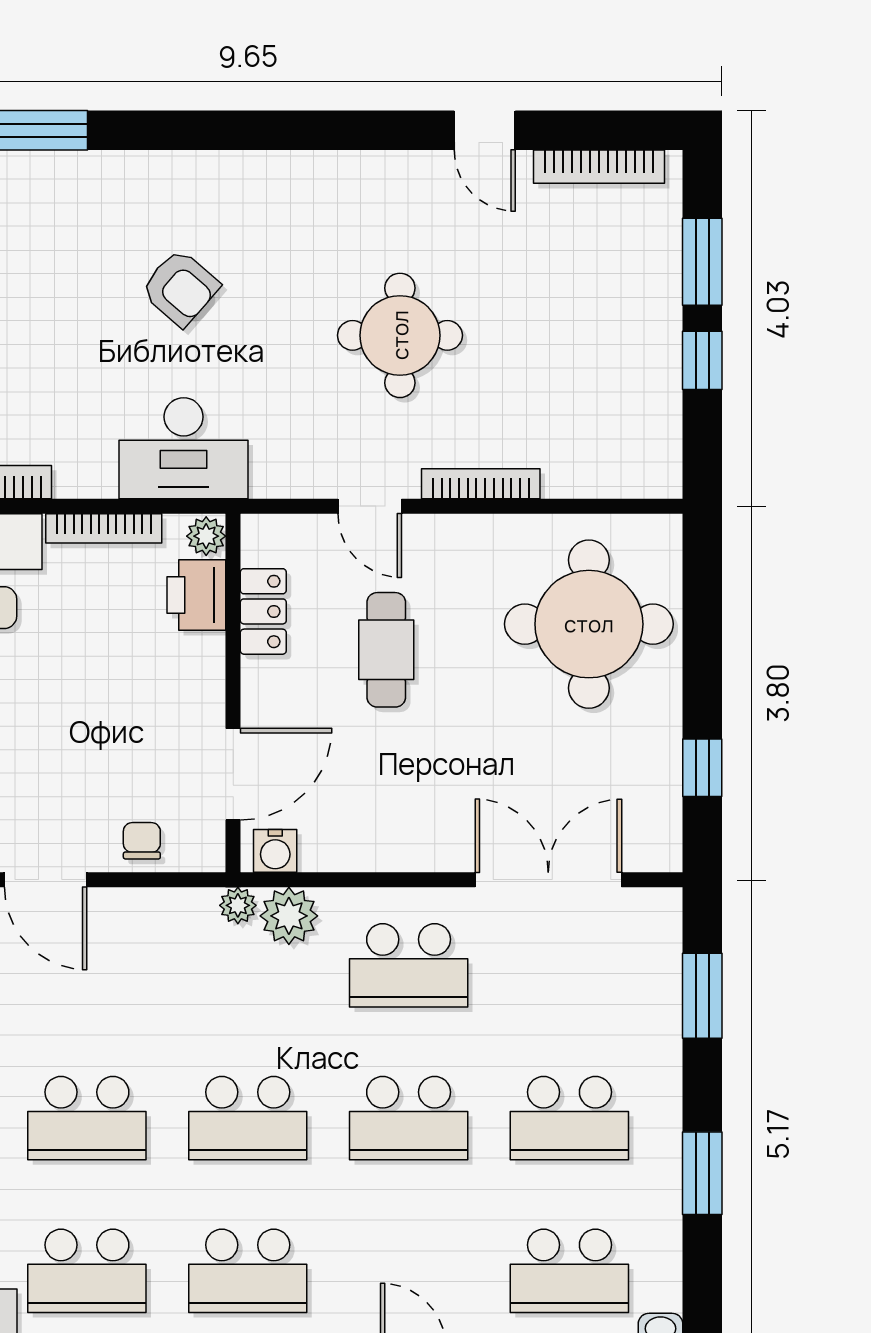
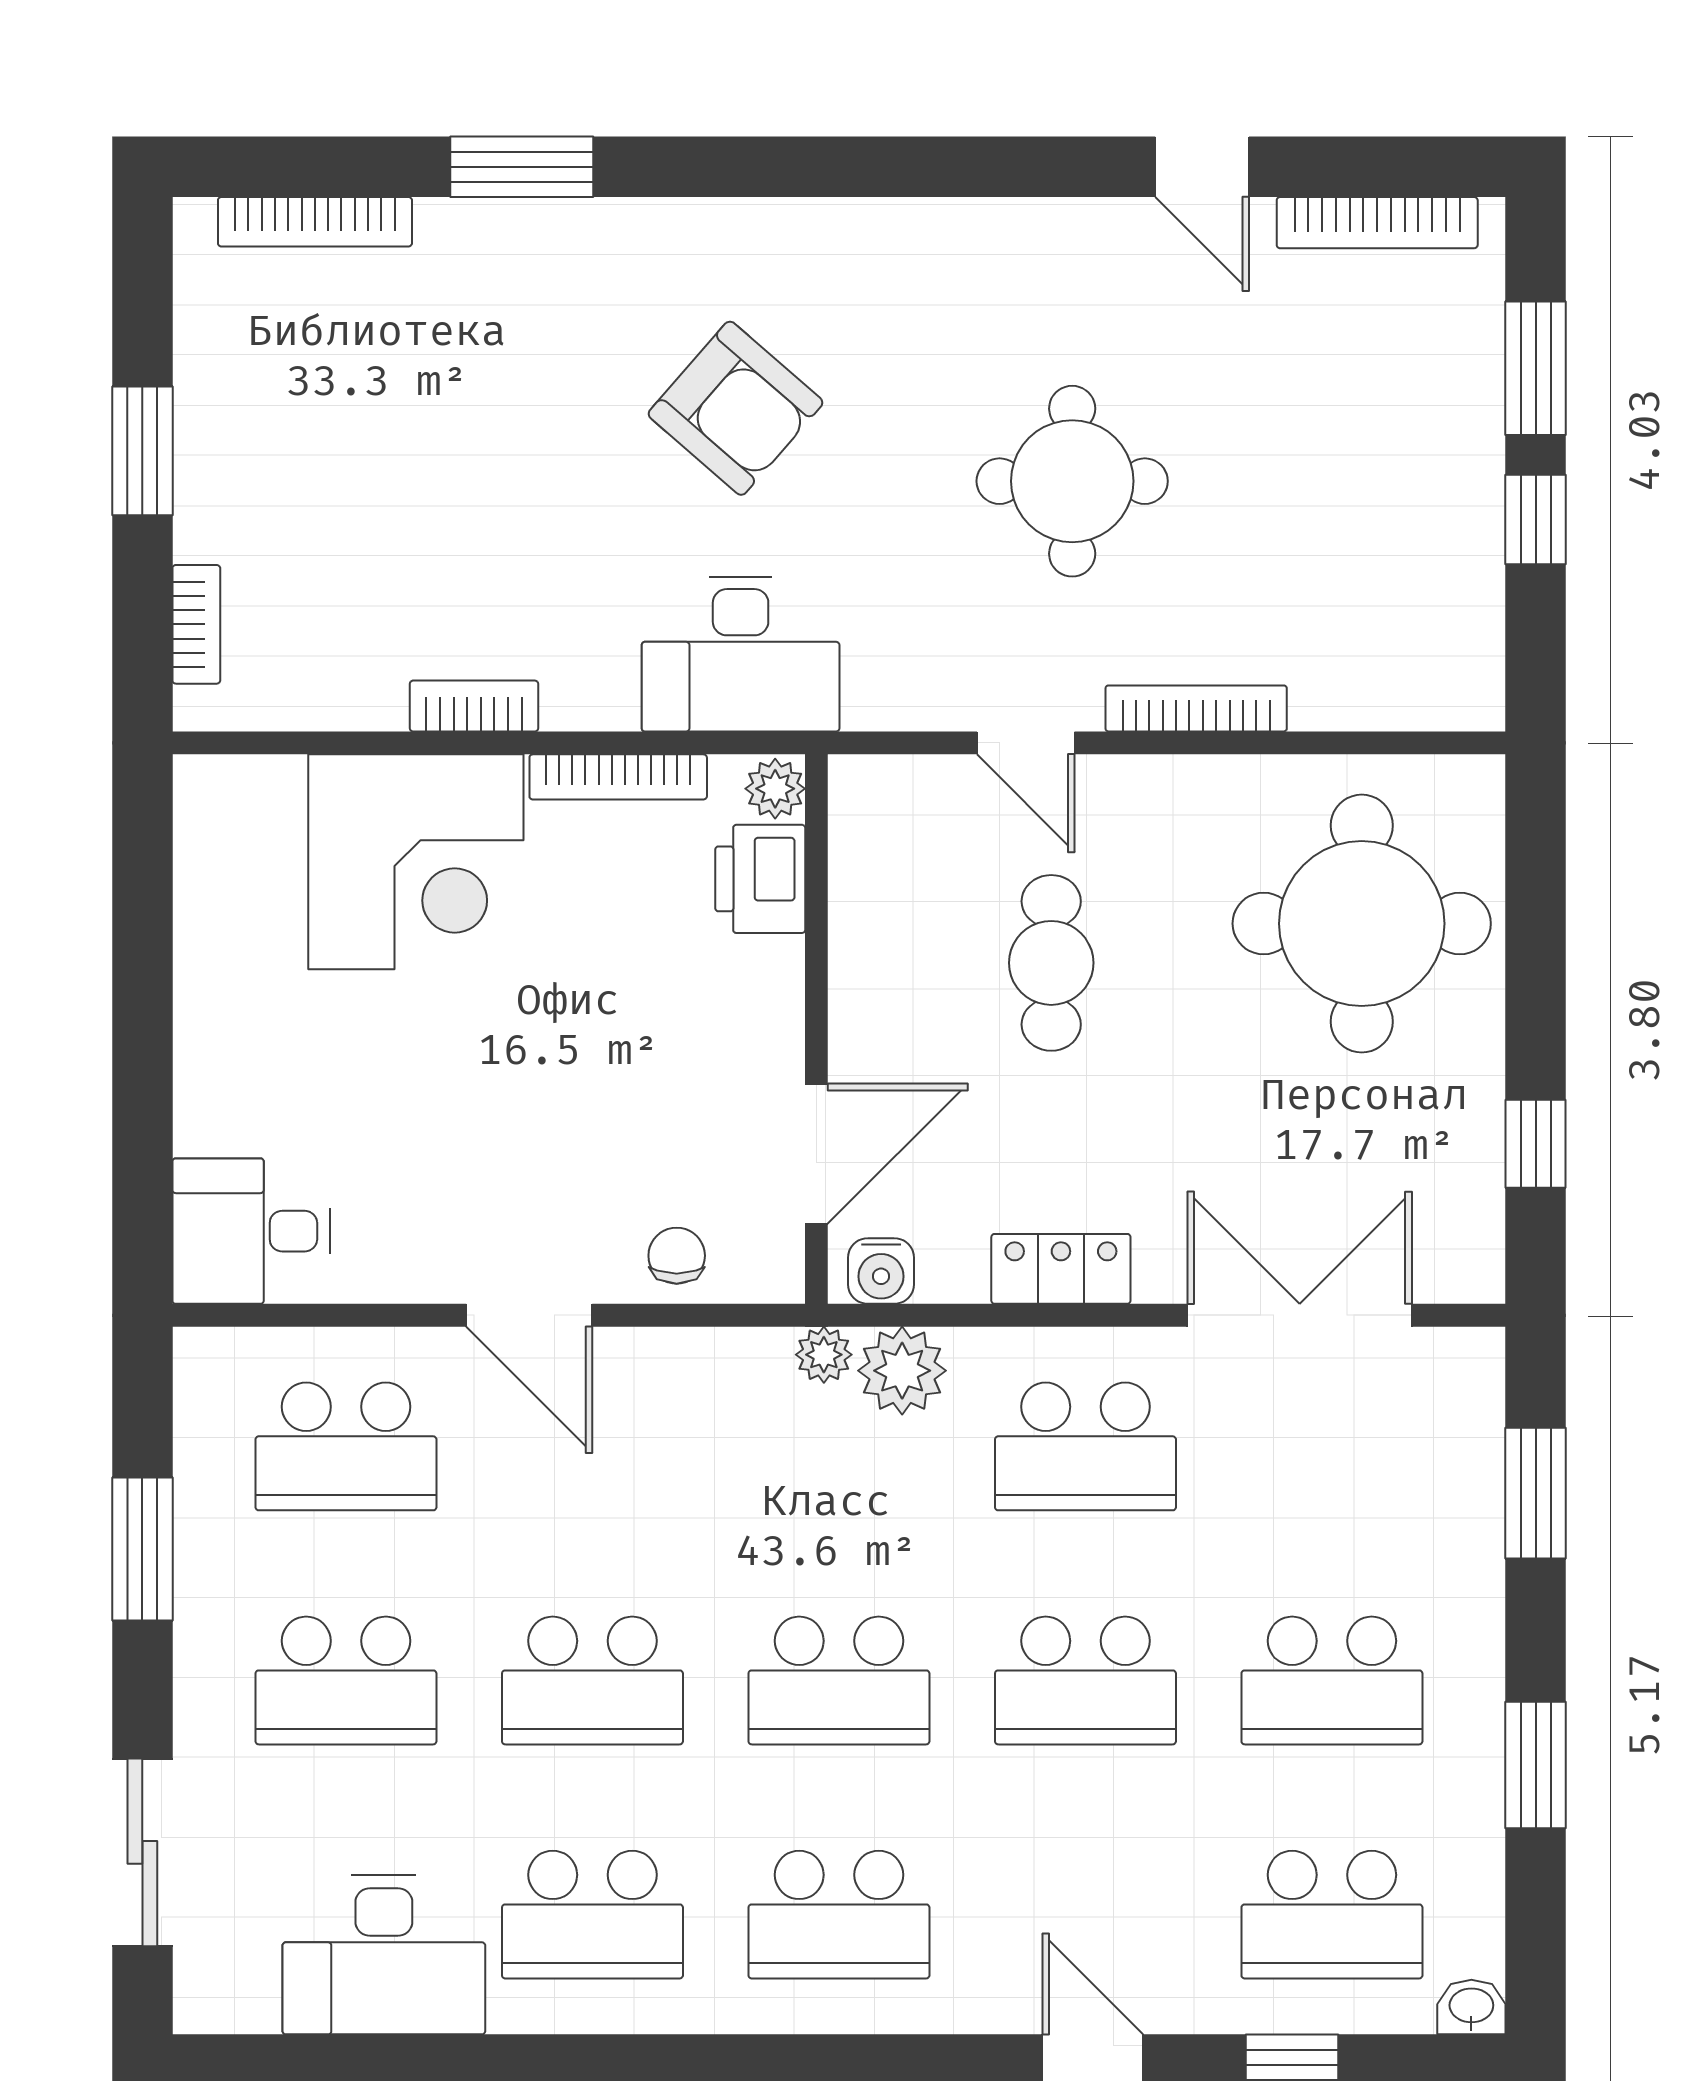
armchair: (180, 288) -> (736, 408), width x1.38, depth x1.38
locker: (263, 611) -> (1061, 1269), moved, turned -90

